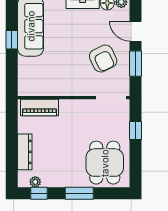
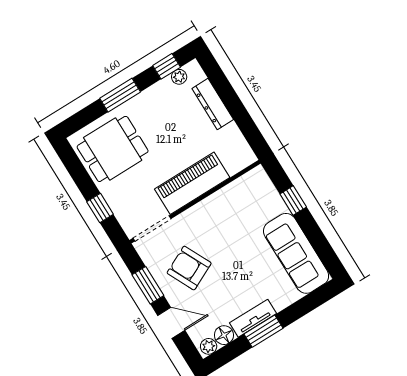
window: (12, 40) -> (293, 201), moved
piano: (40, 108) -> (192, 183), moved, width x1.37, depth x1.33
dining table: (105, 163) -> (113, 149), turned 90

